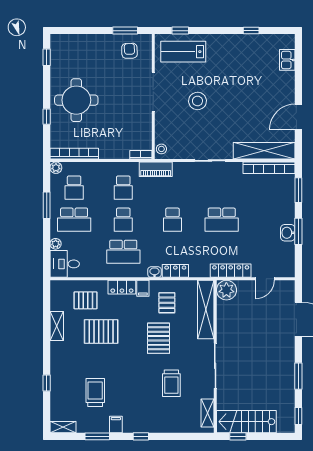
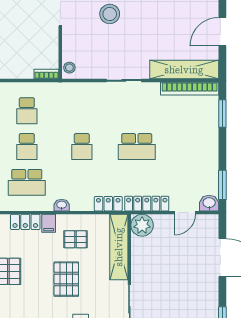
piano: (156, 169) -> (63, 90), removed
window: (298, 231) -> (222, 185), moved
washbasin: (288, 233) -> (209, 203), moved, turned 90
locker: (175, 271) -> (108, 204), moved
pallet: (167, 303) -> (75, 239), turned 90

